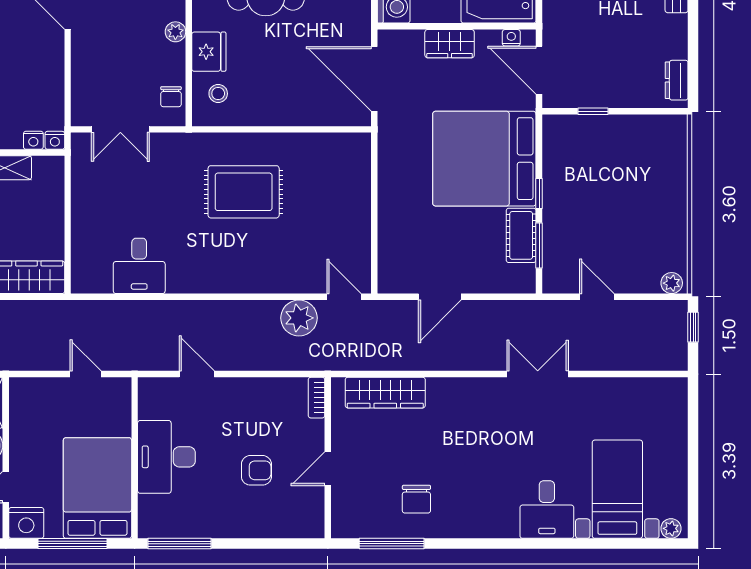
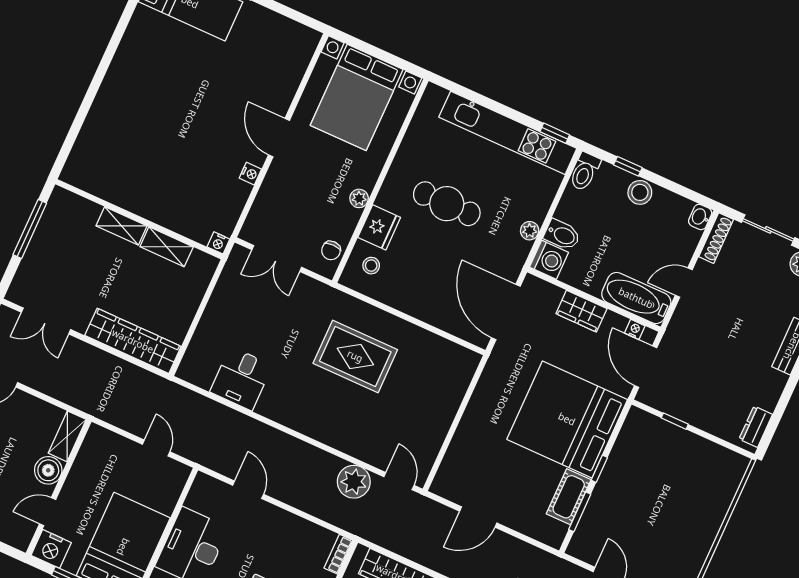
nightstand: (33, 140) -> (250, 174), moved, turned -90

